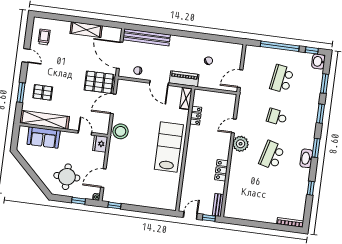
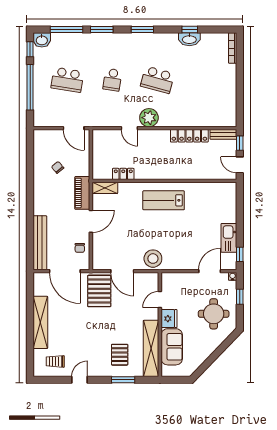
shelving: (86, 30) -> (40, 322), width x1.47
door: (120, 55) -> (65, 271), hinge flipped
window: (325, 84) -> (66, 30), width x1.44
fridge: (100, 144) -> (169, 319), moved, turned -90
lab bench: (169, 147) -> (164, 200), width x0.73, depth x0.72
washbasin: (306, 158) -> (189, 39), moved
locker: (221, 170) -> (189, 136), width x1.53
door: (103, 178) -> (210, 271), swing flipped
kitchen sink: (130, 198) -> (229, 238), added

